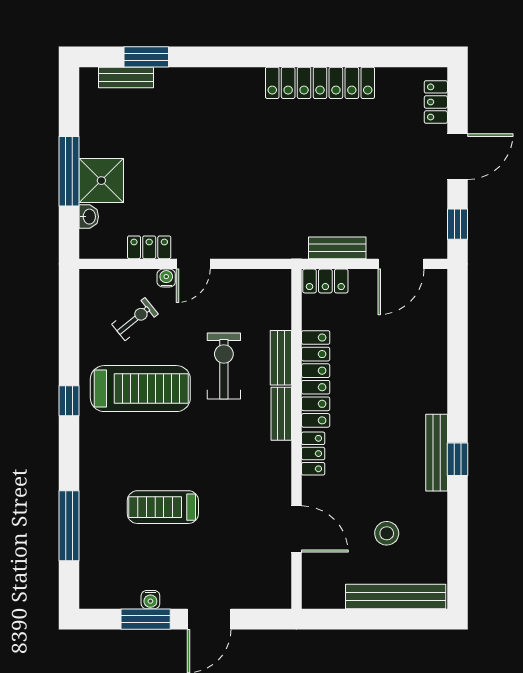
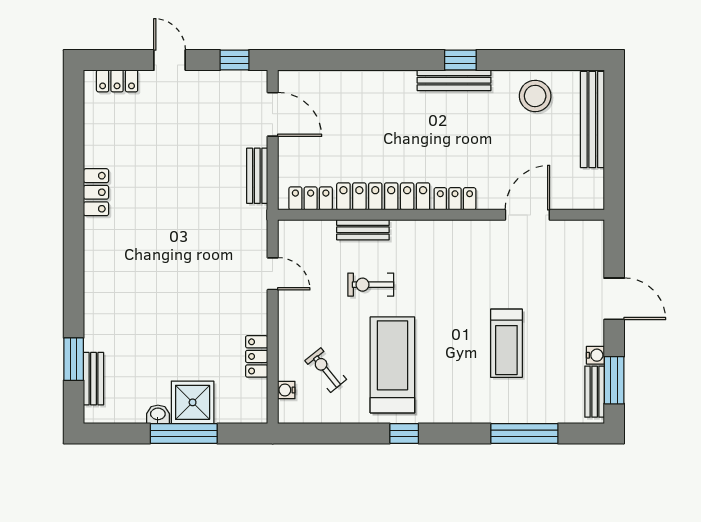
locker: (320, 83) -> (96, 192), width x0.46, depth x0.83
door: (457, 157) -> (170, 60), width x0.73
washbasin: (89, 217) -> (158, 414), moved
door: (193, 264) -> (273, 274), moved
water cooler: (166, 278) -> (286, 390), moved
locker: (325, 281) -> (311, 198), moved, turned -90
exercise bike: (224, 366) -> (371, 285), width x0.73, depth x0.72
bench: (281, 414) -> (595, 392), moved, turned 90
stool: (387, 533) -> (535, 96), moved, width x1.38, depth x1.38
window: (146, 619) -> (614, 380), moved

